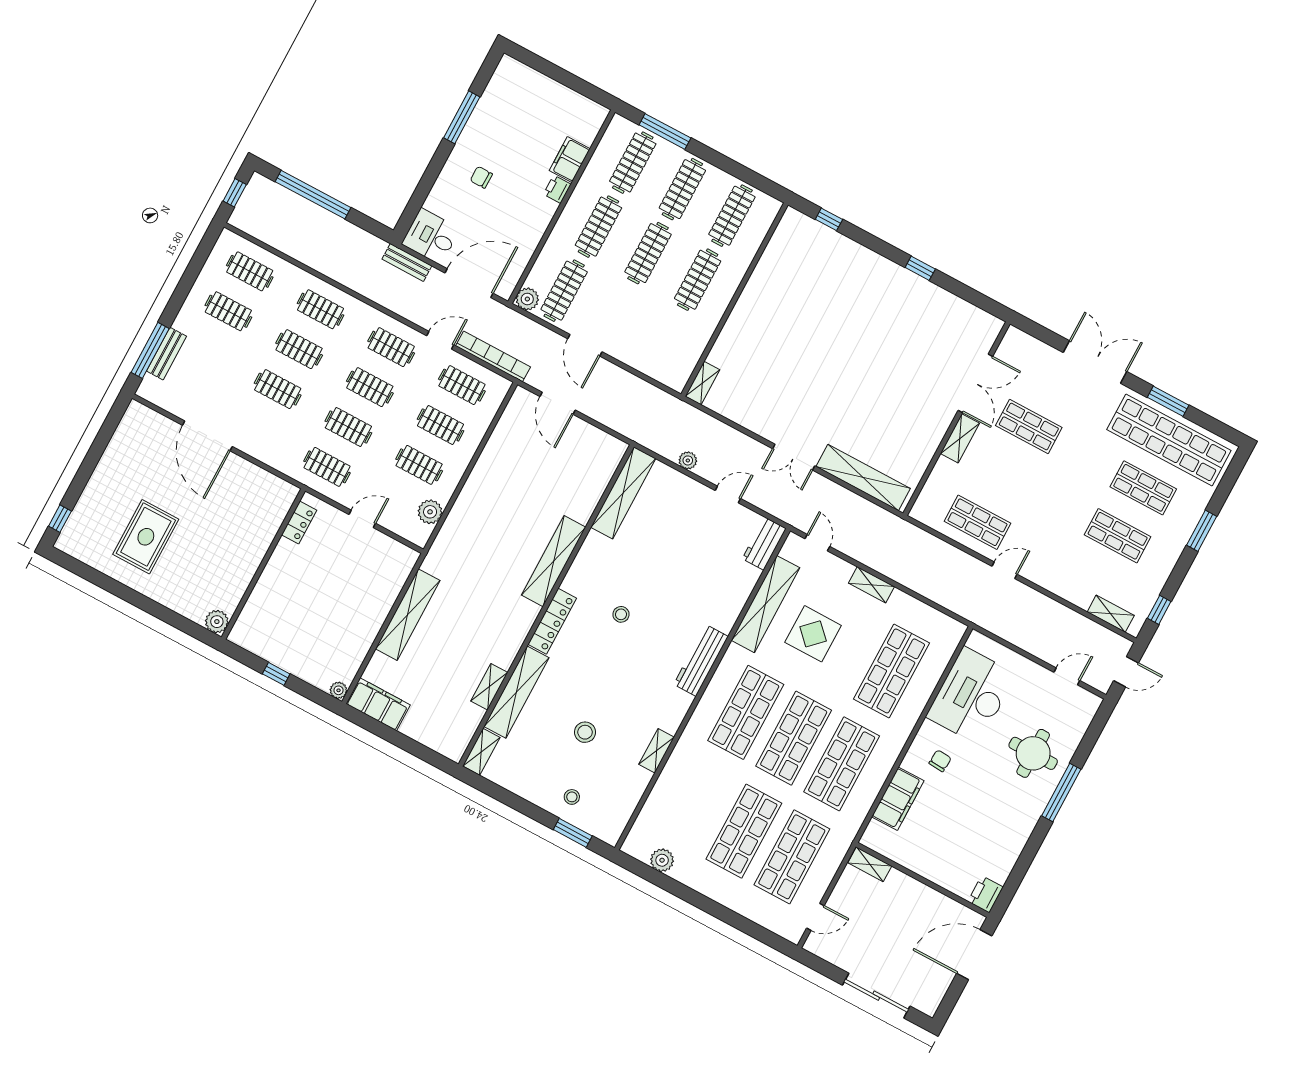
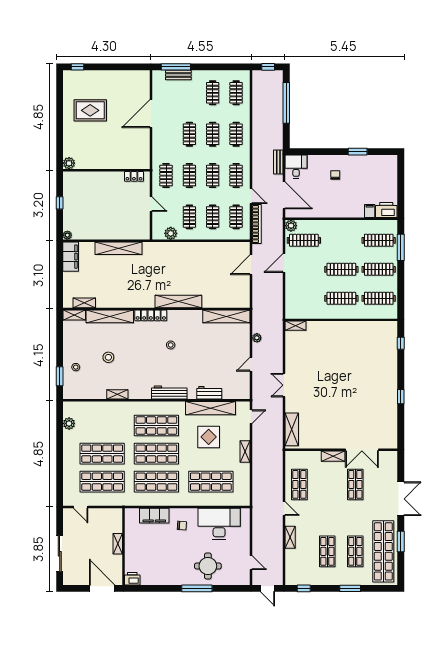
window: (462, 117) -> (358, 152), width x0.69
filing cabinet: (570, 160) -> (370, 211), width x0.50
printer: (557, 189) -> (386, 210), moved, width x1.87, depth x1.48
clothes rail: (598, 227) -> (341, 240), removed
shelving: (863, 478) -> (292, 429), width x0.68
door: (728, 495) -> (251, 364), swing flipped
workbench: (764, 544) -> (209, 393), moved
shelving: (1111, 614) -> (290, 537), moved
shelving: (489, 687) -> (84, 303), moved
shelving: (870, 864) -> (118, 544), moved

